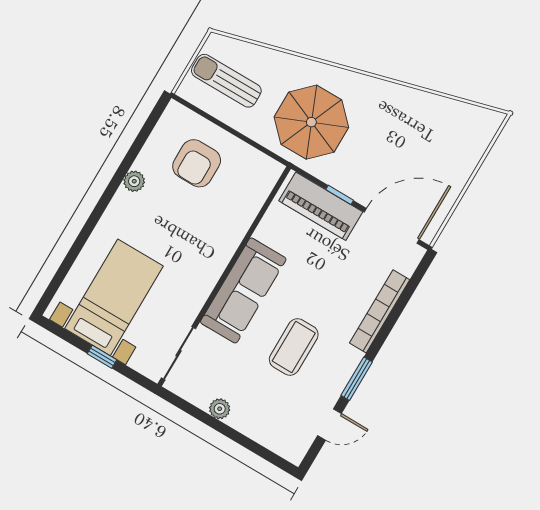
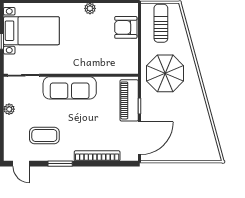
armchair: (197, 163) -> (126, 27), moved
door: (392, 226) -> (139, 138), hinge flipped
coffee table: (294, 347) -> (44, 135), moved
door: (329, 425) -> (21, 164), moved

